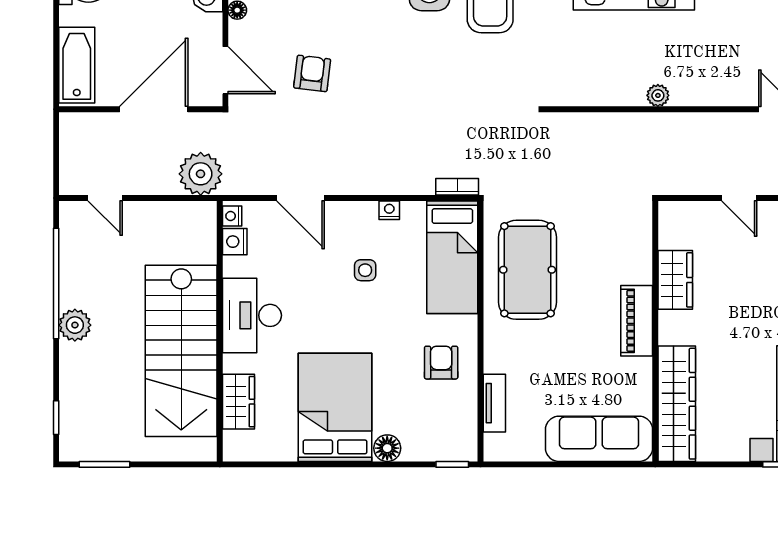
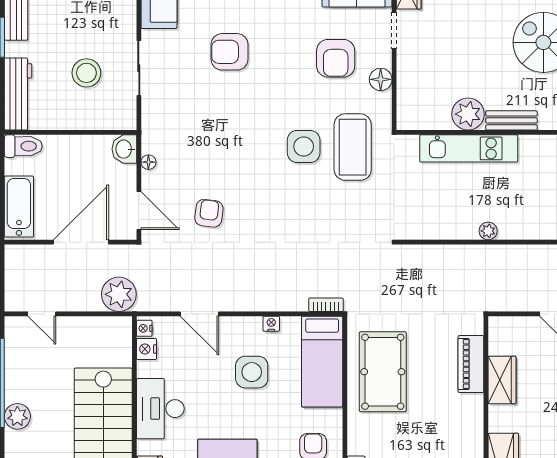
side table: (365, 270) -> (252, 372), width x1.87, depth x1.87
piano: (637, 321) -> (471, 364), moved

